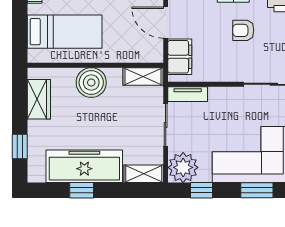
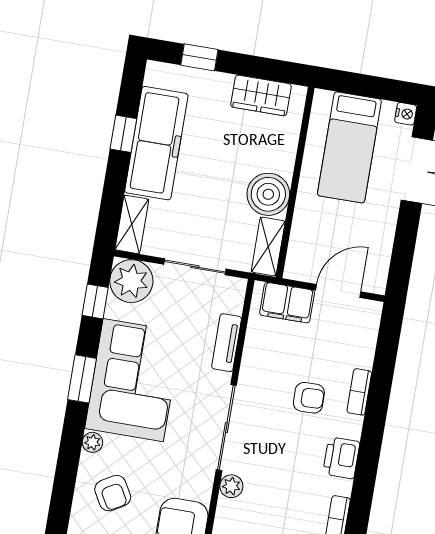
armchair: (243, 30) -> (309, 398), turned 89
boiler: (91, 83) -> (268, 194), moved
tv unit: (188, 94) -> (227, 343), moved

